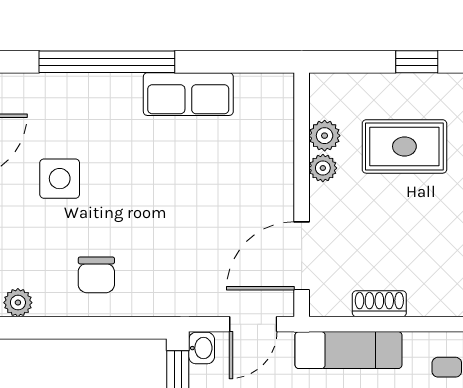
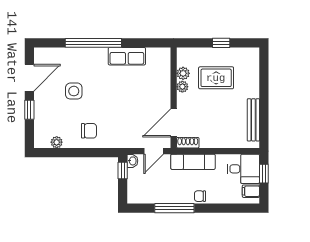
chair: (96, 275) -> (89, 131), turned -90
shoe rack: (379, 304) -> (188, 143), moved

